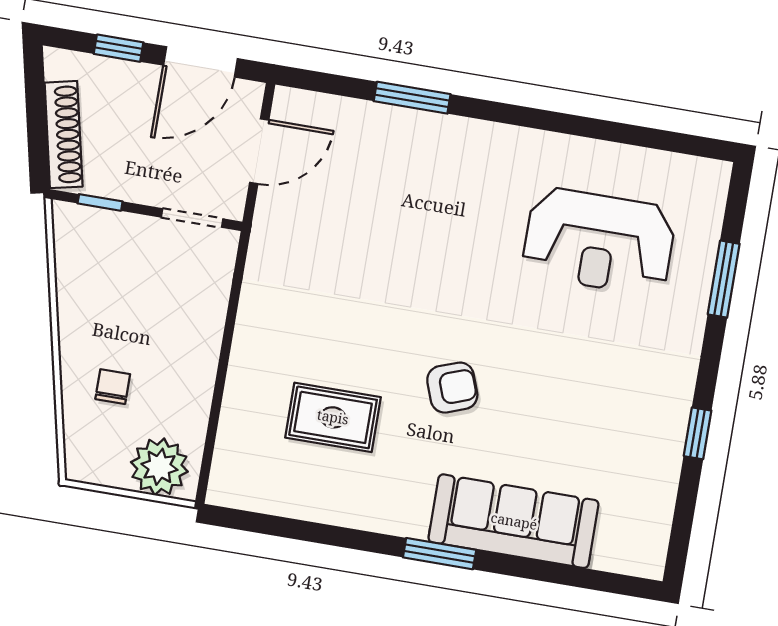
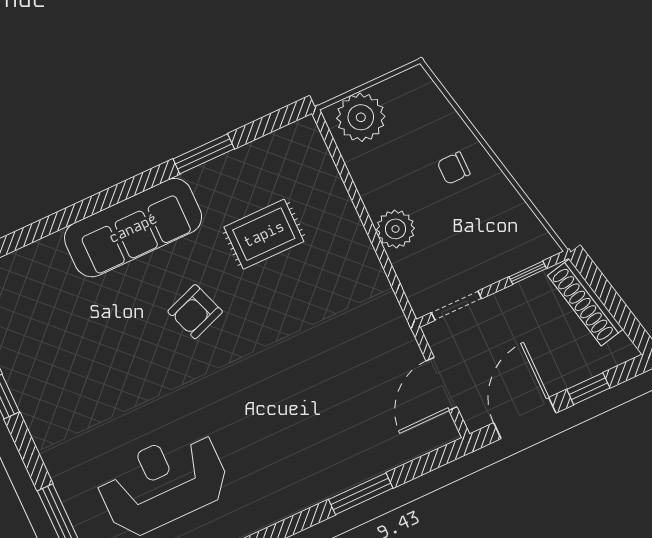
plant: (200, 334) -> (396, 229), added
chair: (113, 387) -> (454, 168), moved, turned 90
sofa: (514, 521) -> (133, 228), moved
window: (440, 554) -> (204, 154), moved

